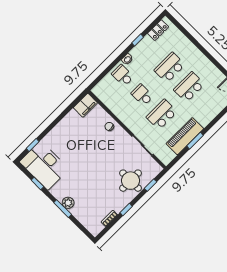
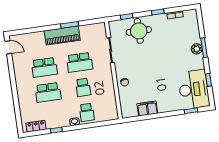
filing cabinet: (85, 105) -> (147, 109), moved
piano: (185, 136) -> (62, 35), moved

